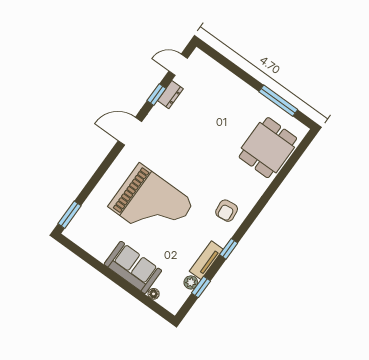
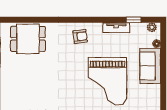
grand piano: (151, 205) -> (107, 81), turned 180
window: (229, 249) -> (101, 20), removed
plant: (191, 282) -> (152, 27), moved

